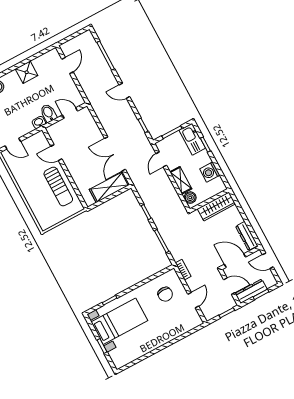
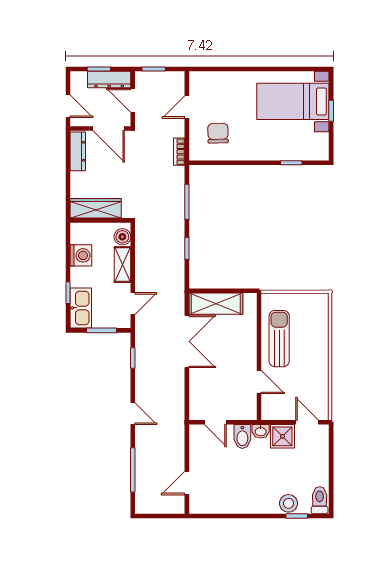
shower: (27, 72) -> (282, 436), moved
bed with nightstands: (119, 321) -> (293, 101), moved

